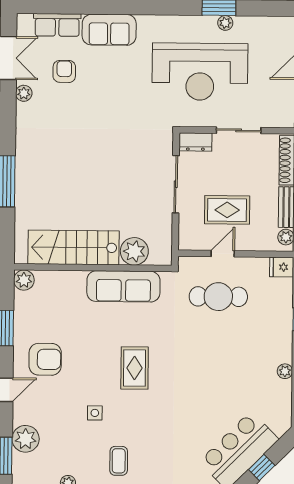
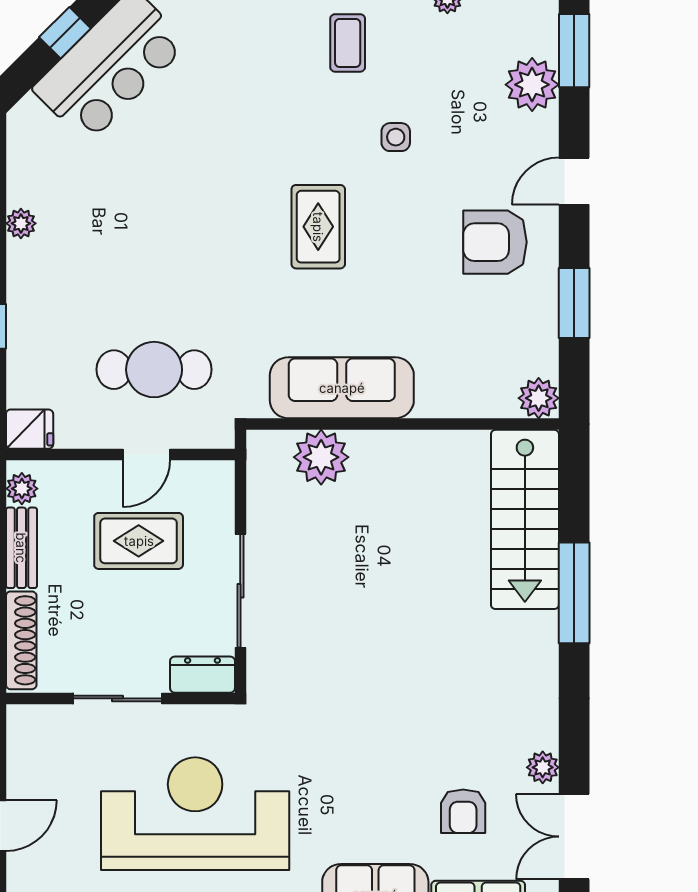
stairs: (73, 247) -> (525, 519), moved, turned 90

